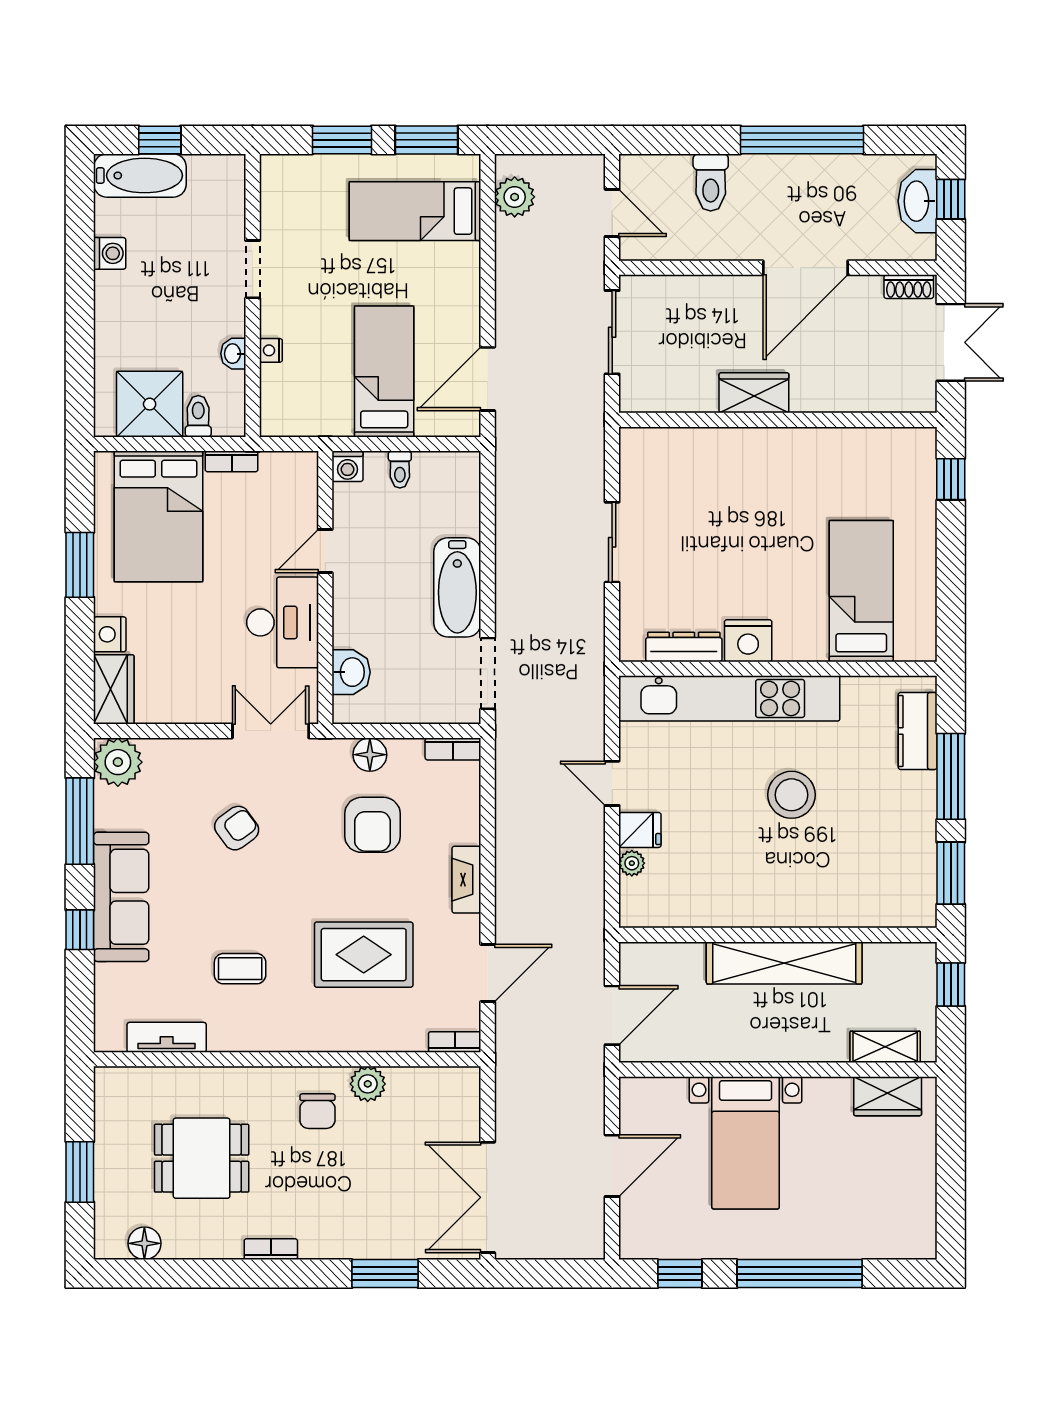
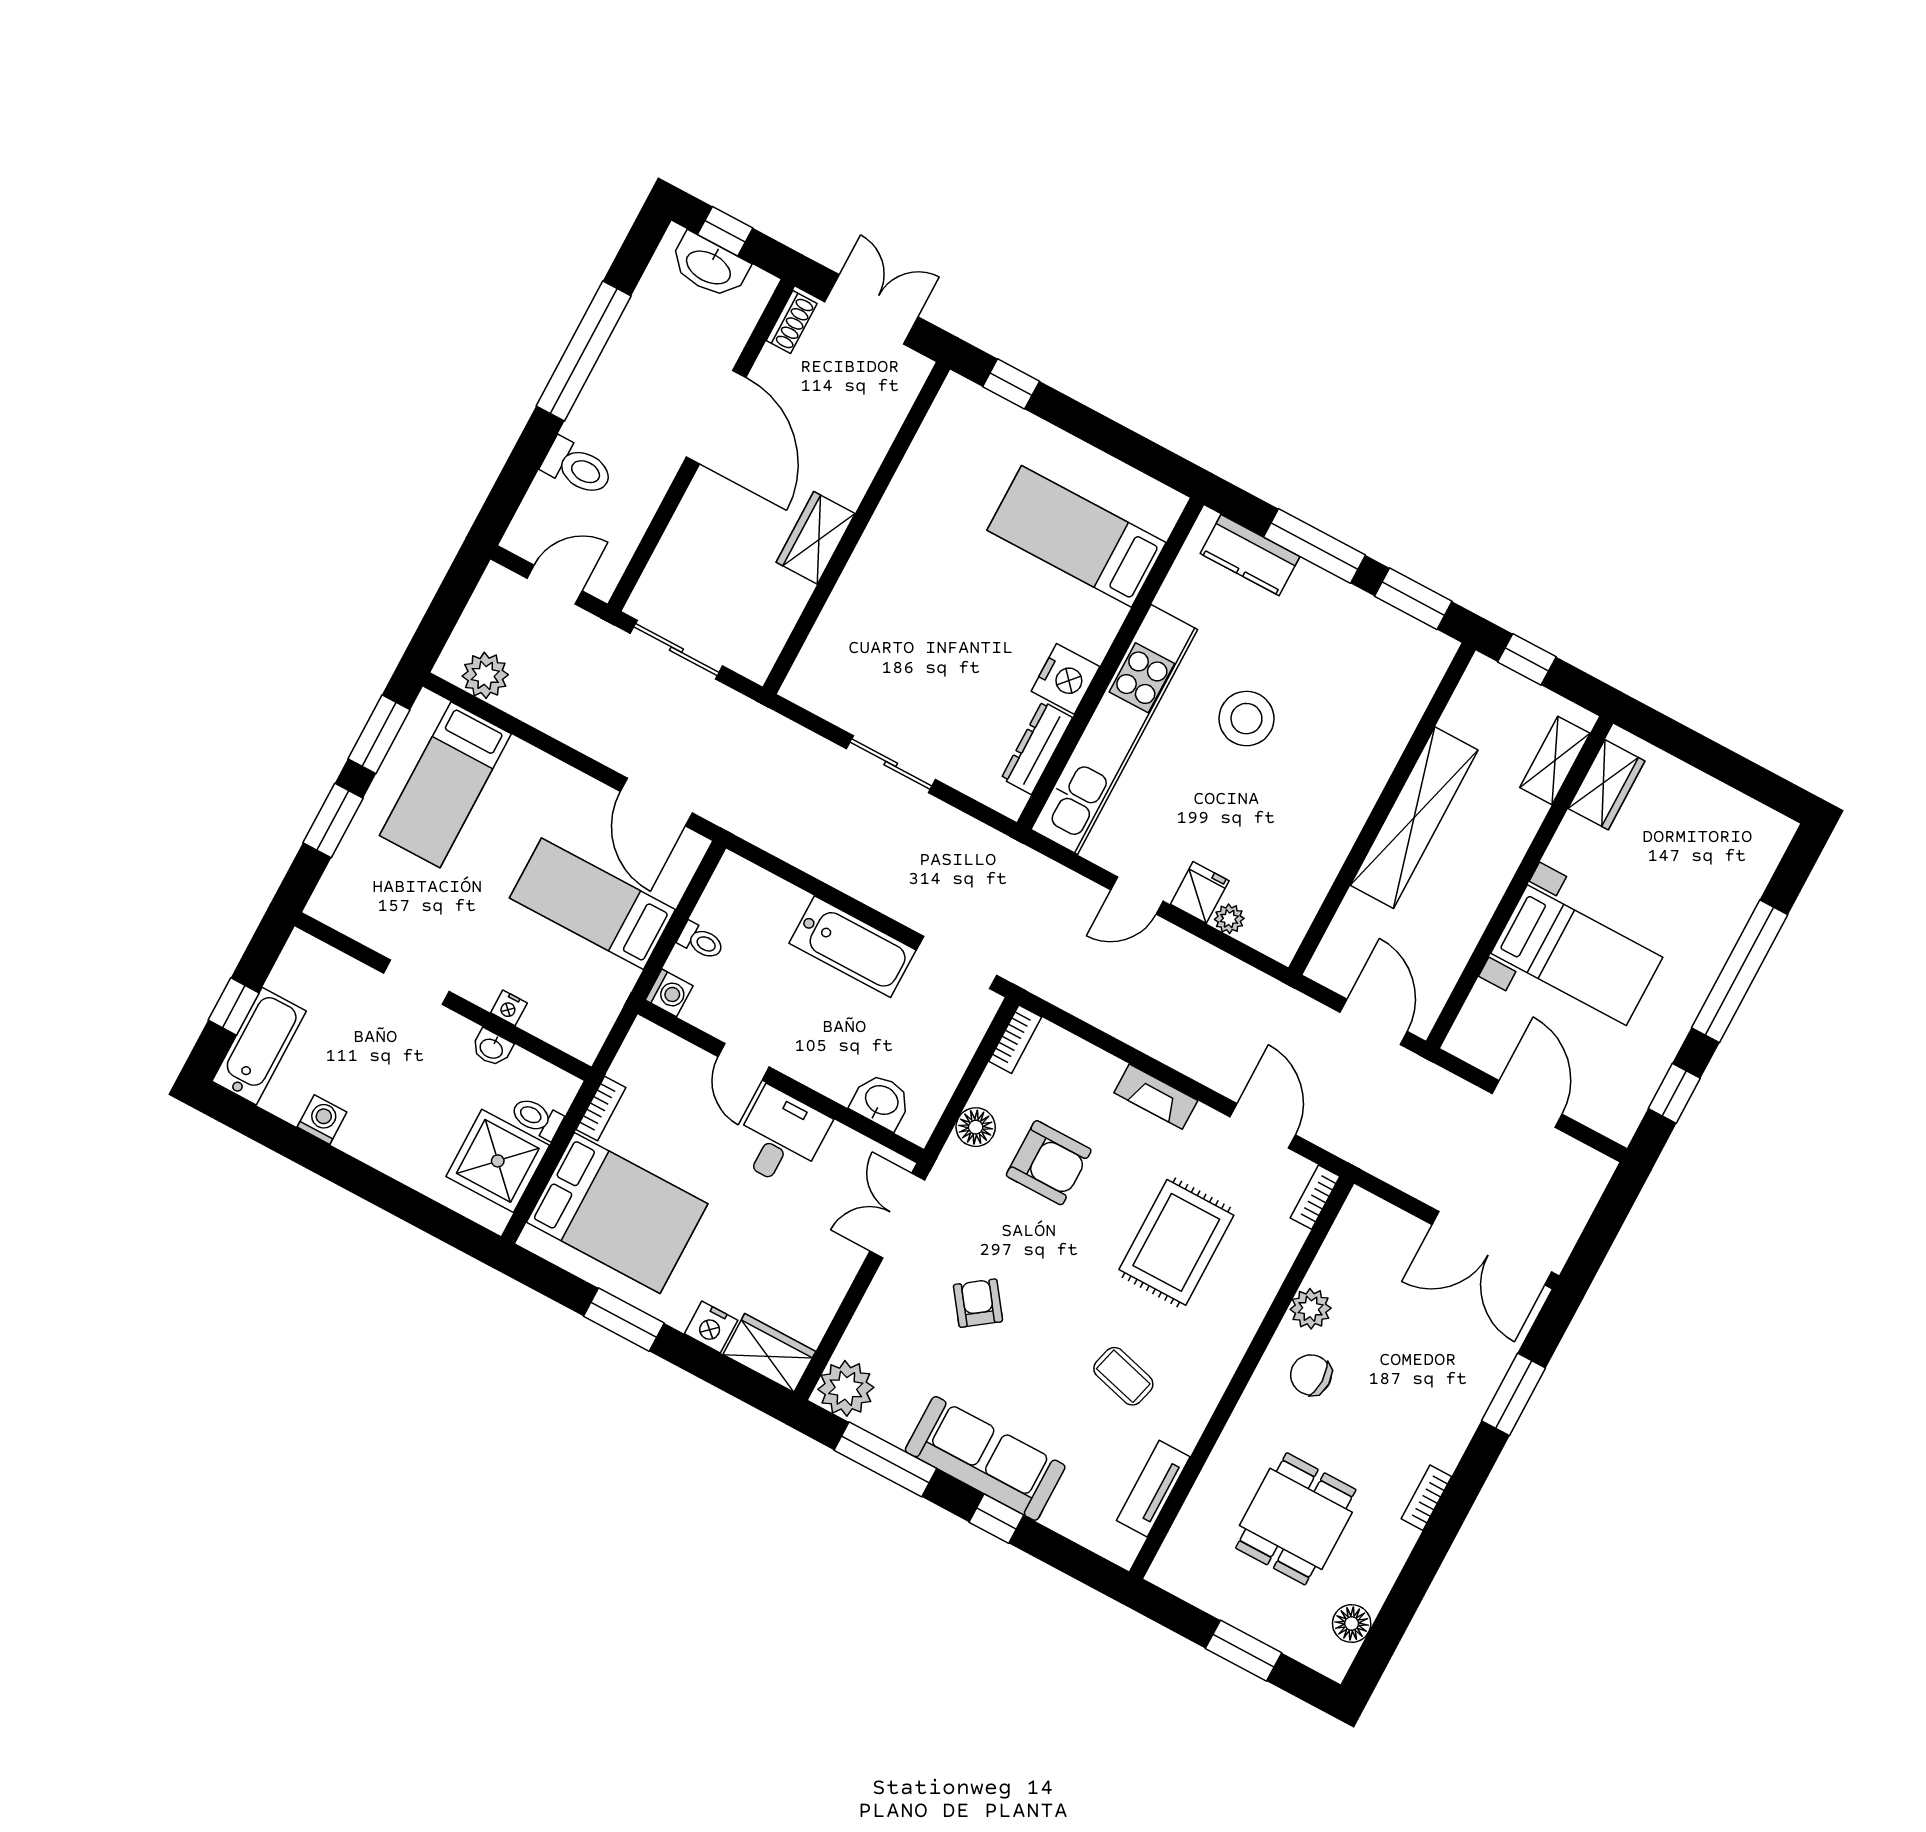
desk: (283, 622) -> (780, 1137), width x0.73
coffee table: (240, 969) -> (1123, 1376), turned -75
chair: (317, 1111) -> (1311, 1375), turned 180

